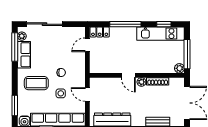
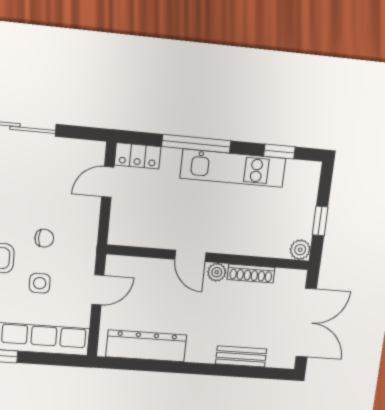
kitchen unit: (161, 34) -> (233, 168), moved
window: (187, 54) -> (320, 221), width x0.46
door: (87, 94) -> (98, 290), swing flipped

